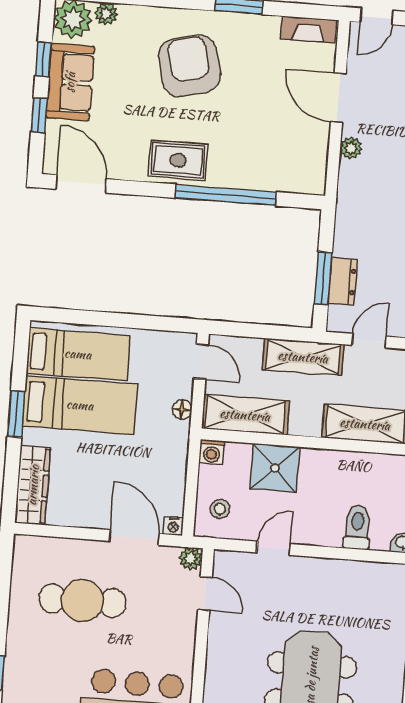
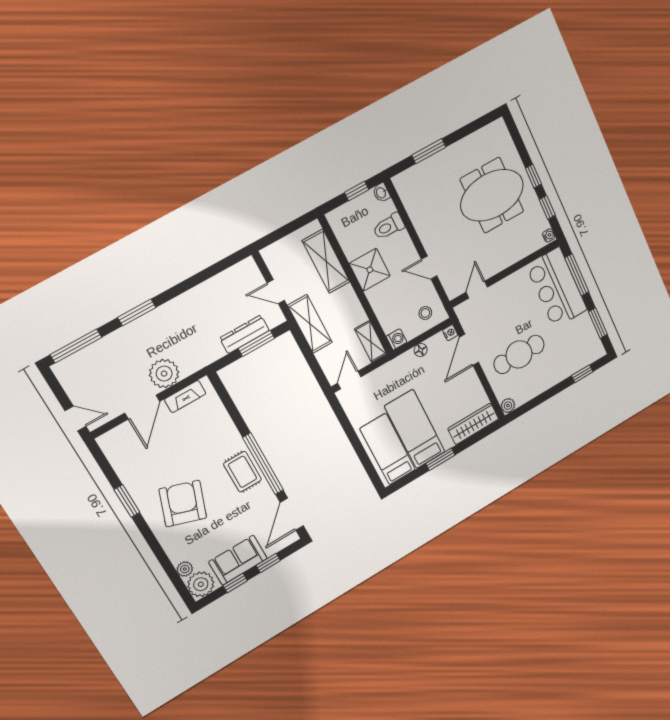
fireplace: (308, 29) -> (185, 396), moved, turned 90
armchair: (190, 66) -> (183, 504), turned 123
plant: (351, 148) -> (164, 374), width x1.87, depth x1.87
window: (226, 195) -> (263, 464), moved
dresser: (343, 281) -> (244, 334), width x1.44
floor lamp: (182, 409) -> (421, 350), moved
shelving: (245, 415) -> (371, 342), width x0.67, depth x0.75
shower: (275, 468) -> (370, 270), moved
plant: (191, 559) -> (508, 406), moved
cafe table: (82, 601) -> (519, 354), turned 90

